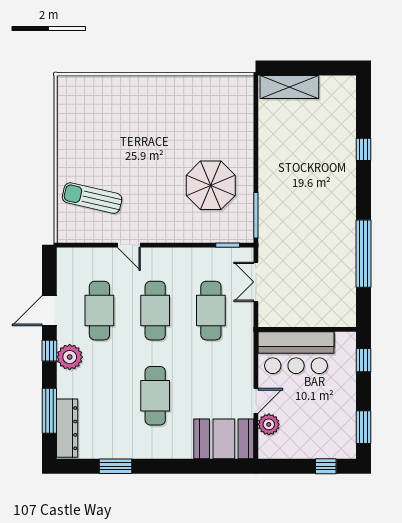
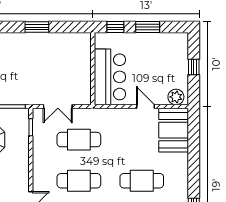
window: (364, 254) -> (37, 27), width x0.47
plant: (269, 424) -> (176, 97), moved
window: (364, 427) -> (148, 27), moved
window: (326, 466) -> (194, 67), moved

